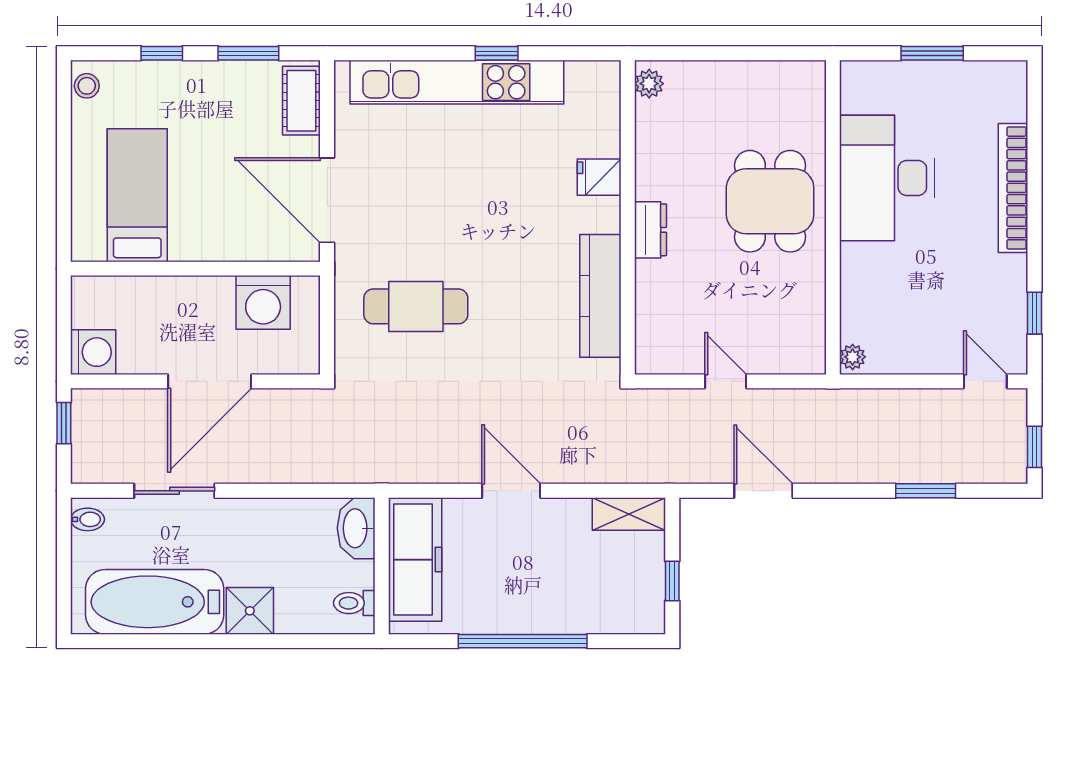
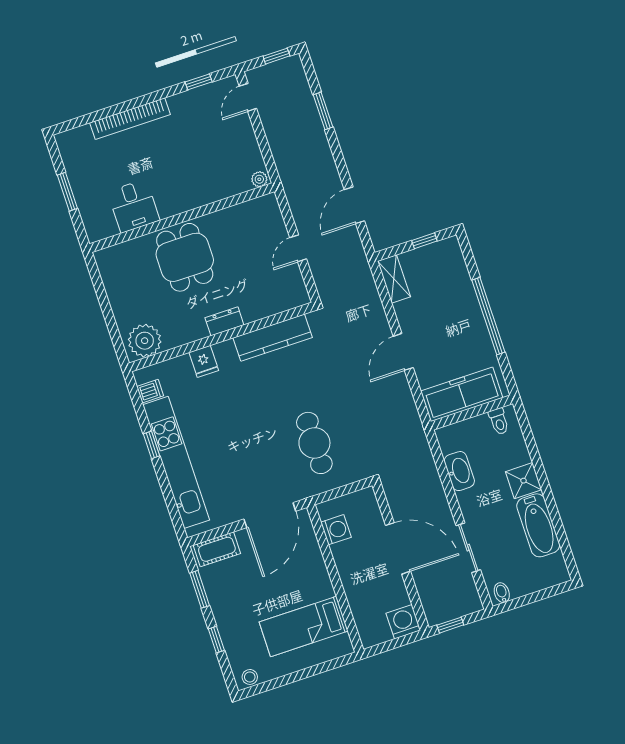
dishwasher: (581, 79) -> (150, 391), added
plant: (649, 84) -> (145, 341), width x1.88, depth x1.88
desk: (887, 178) -> (134, 206), width x0.53, depth x0.77
dining table: (770, 201) -> (185, 257), turned 90
washing machine: (263, 302) -> (336, 530), width x0.73, depth x0.73
washbasin: (356, 528) -> (459, 471), moved, turned -90
bathtub: (155, 602) -> (538, 525), width x0.73, depth x0.73

